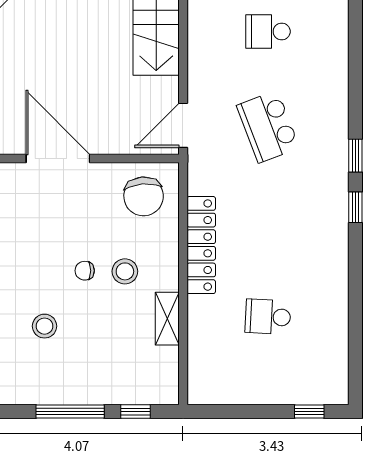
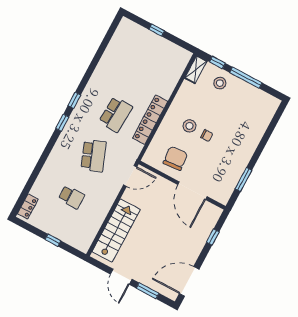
chair: (144, 196) -> (175, 158), moved
school desk: (268, 317) -> (116, 114), moved, width x1.85
shelving: (167, 319) -> (196, 69), moved
stool: (45, 326) -> (220, 83), moved
window: (309, 411) -> (157, 30), moved

